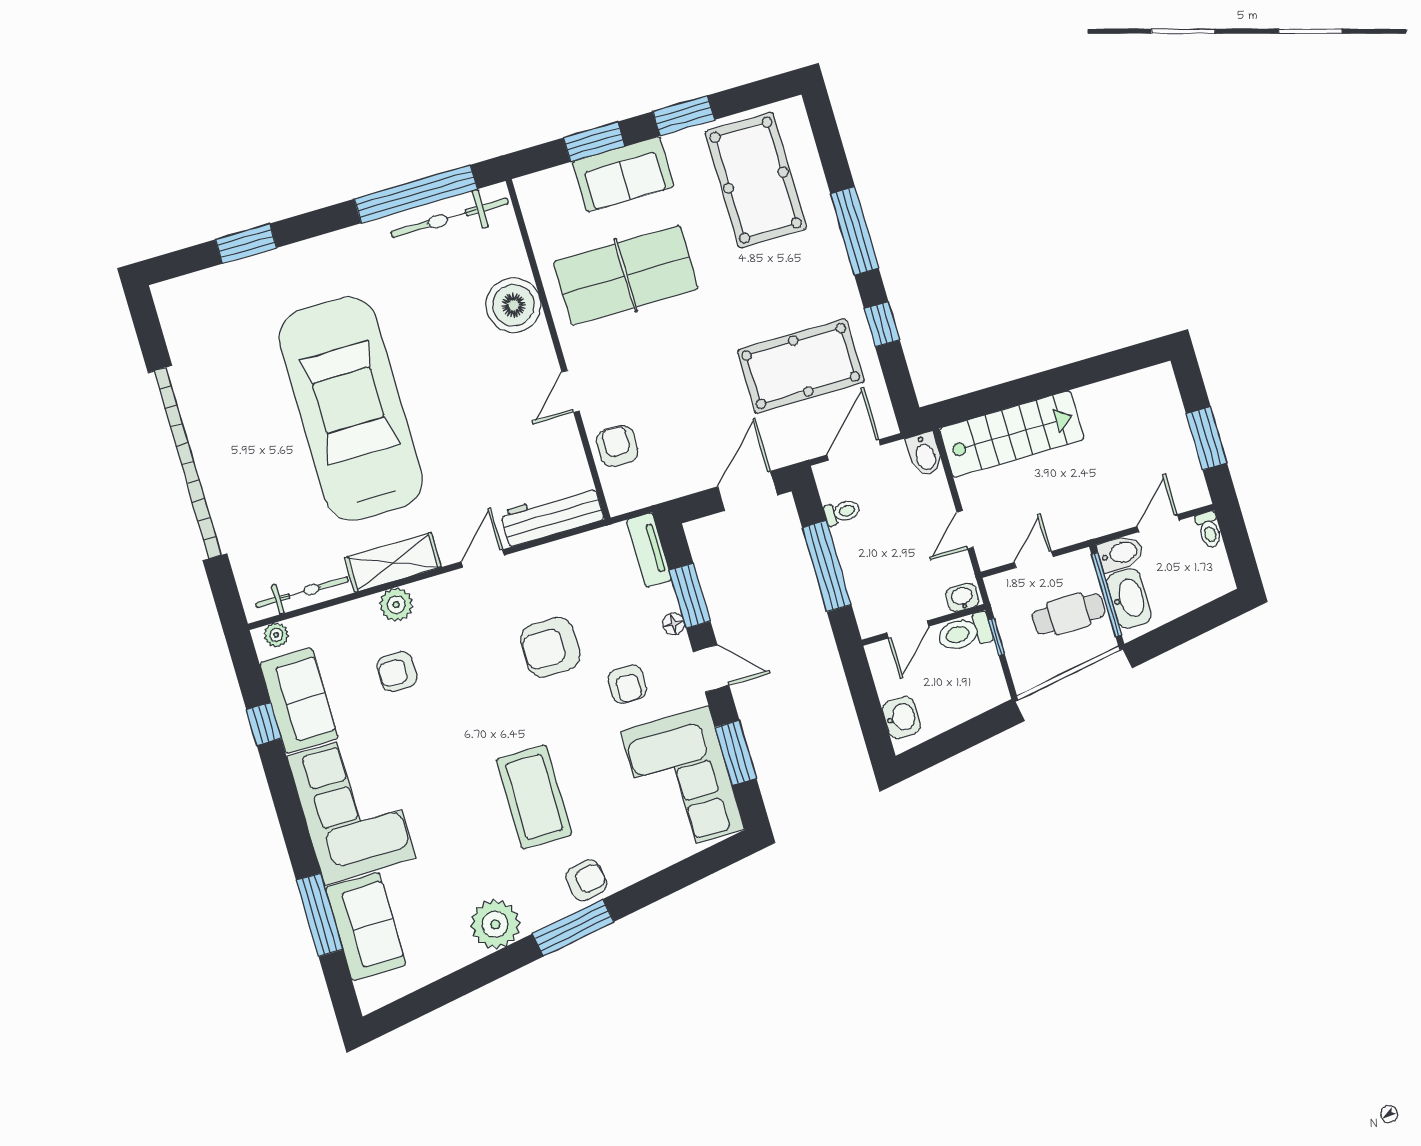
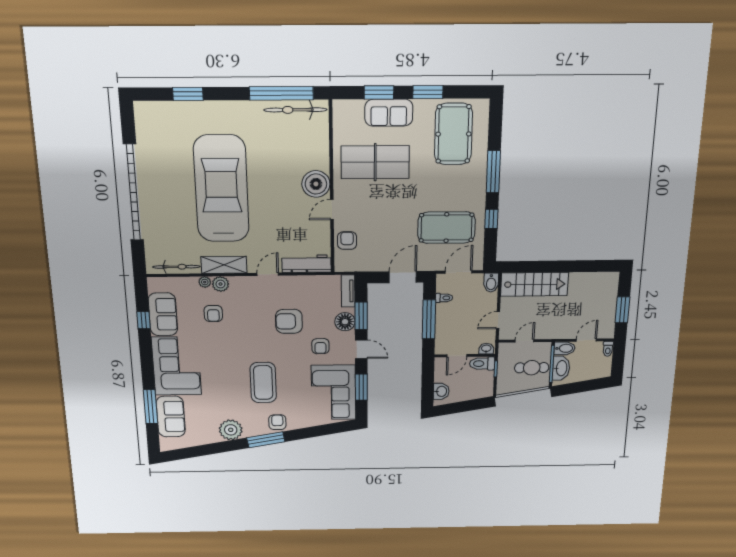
boiler: (513, 305) -> (316, 184), moved
floor lamp: (673, 624) -> (345, 322), width x1.89, depth x1.89
plant: (276, 635) -> (205, 282), moved
armchair: (397, 672) -> (213, 314), turned -90
armchair: (586, 880) -> (277, 422), turned -80

